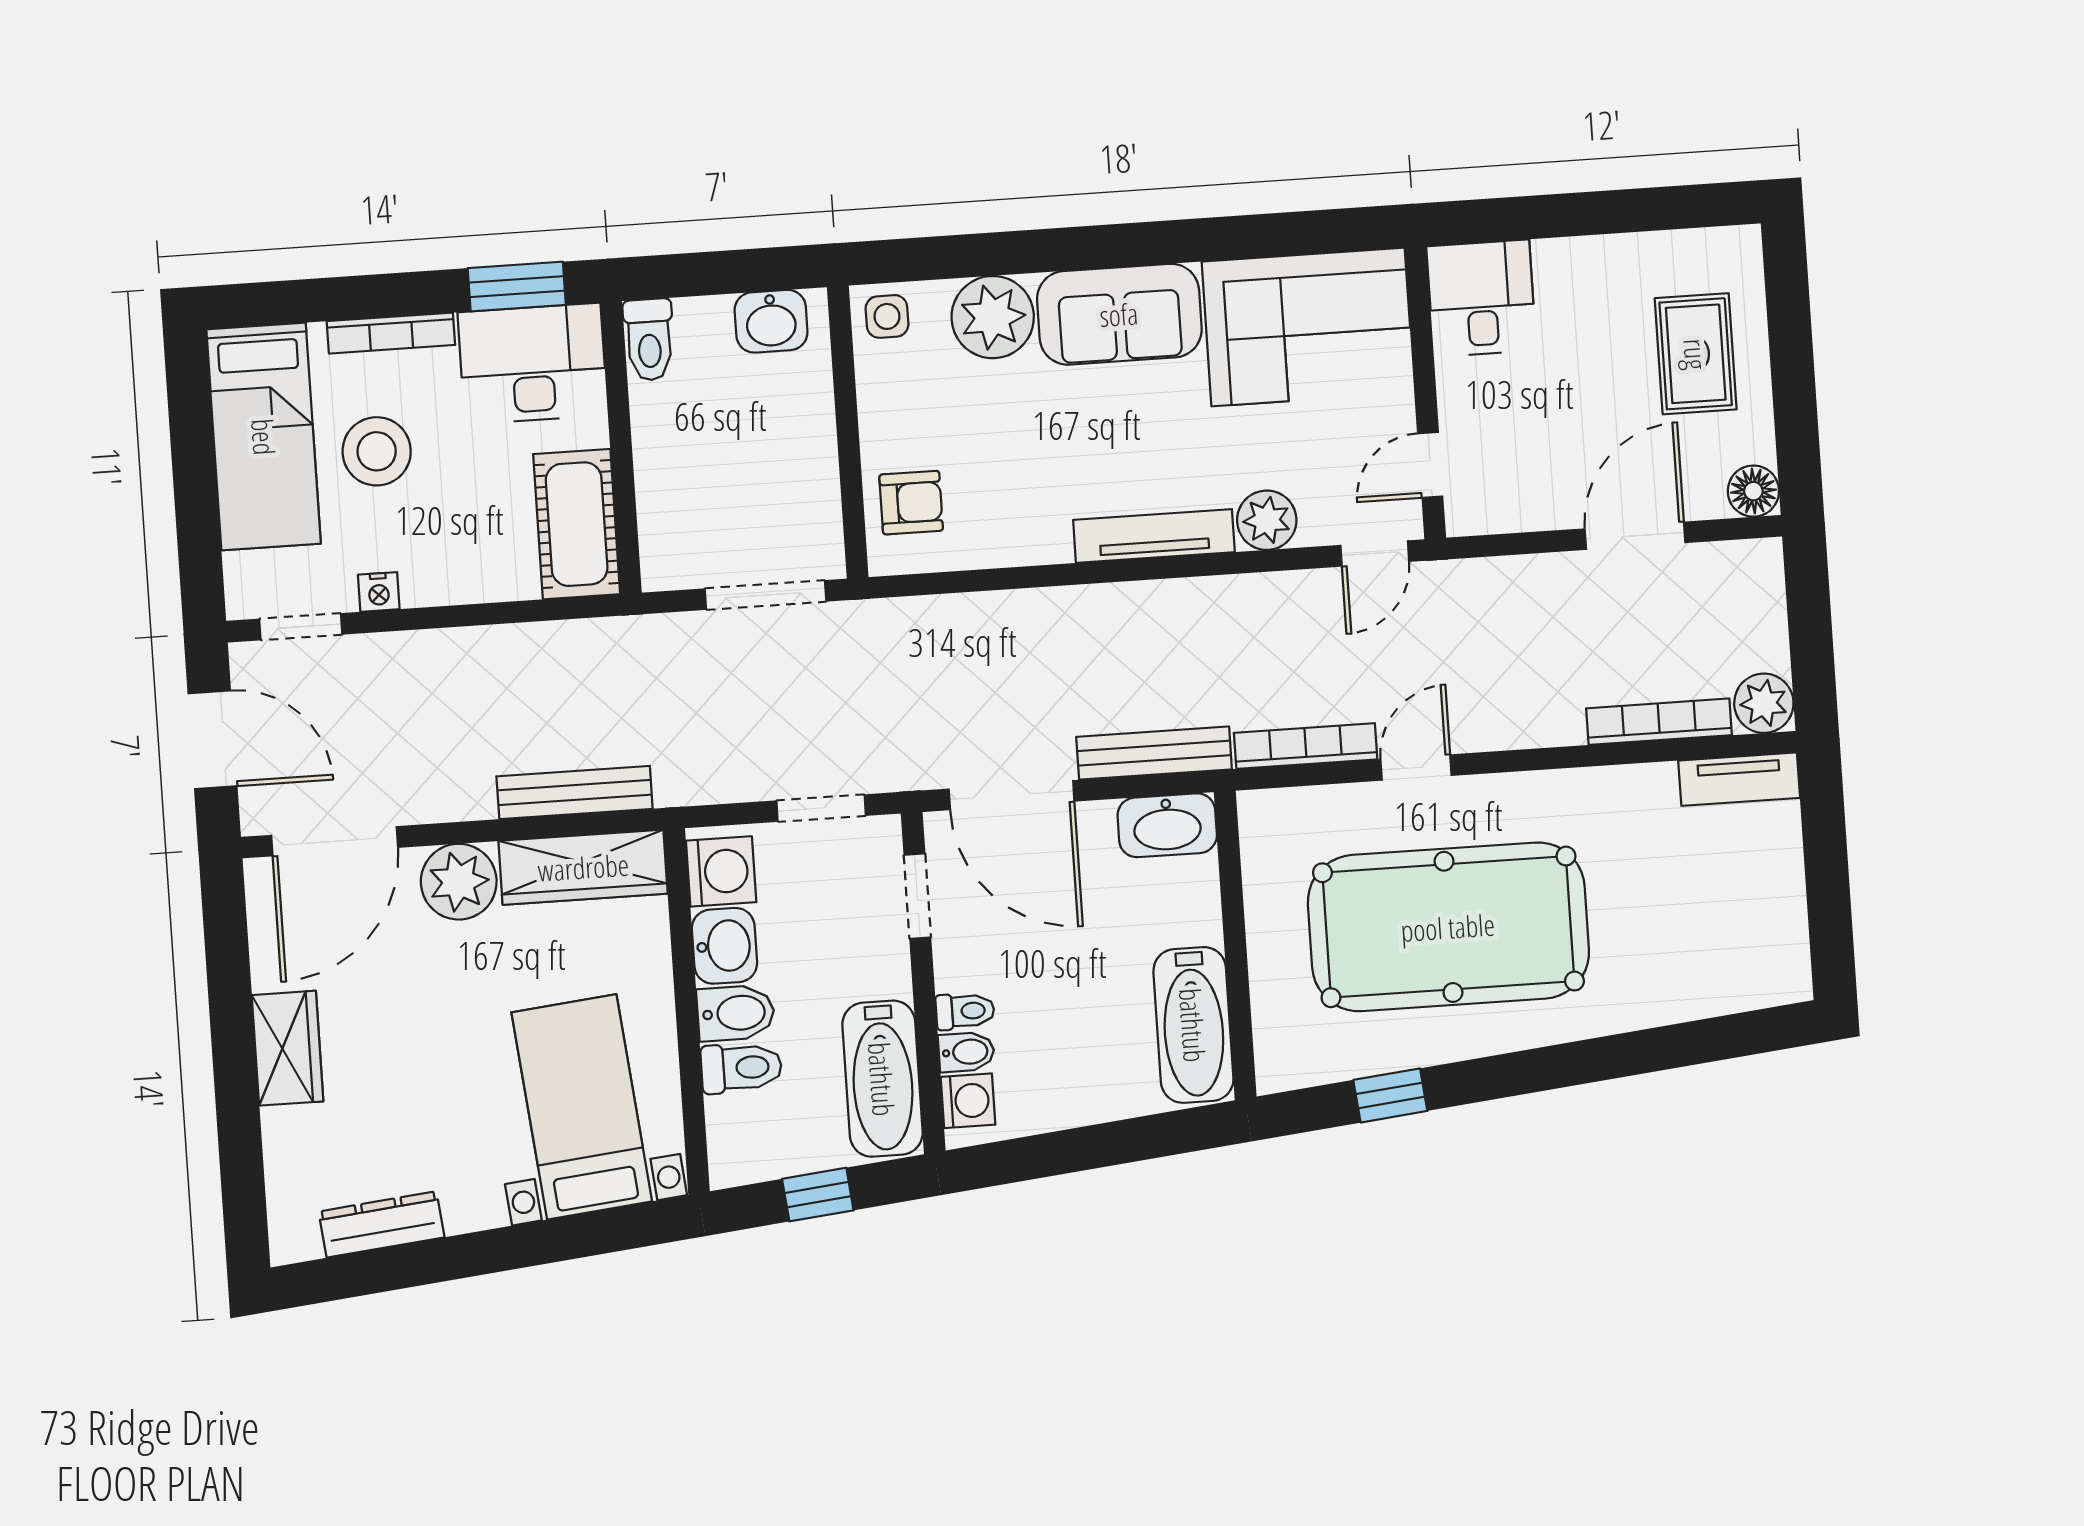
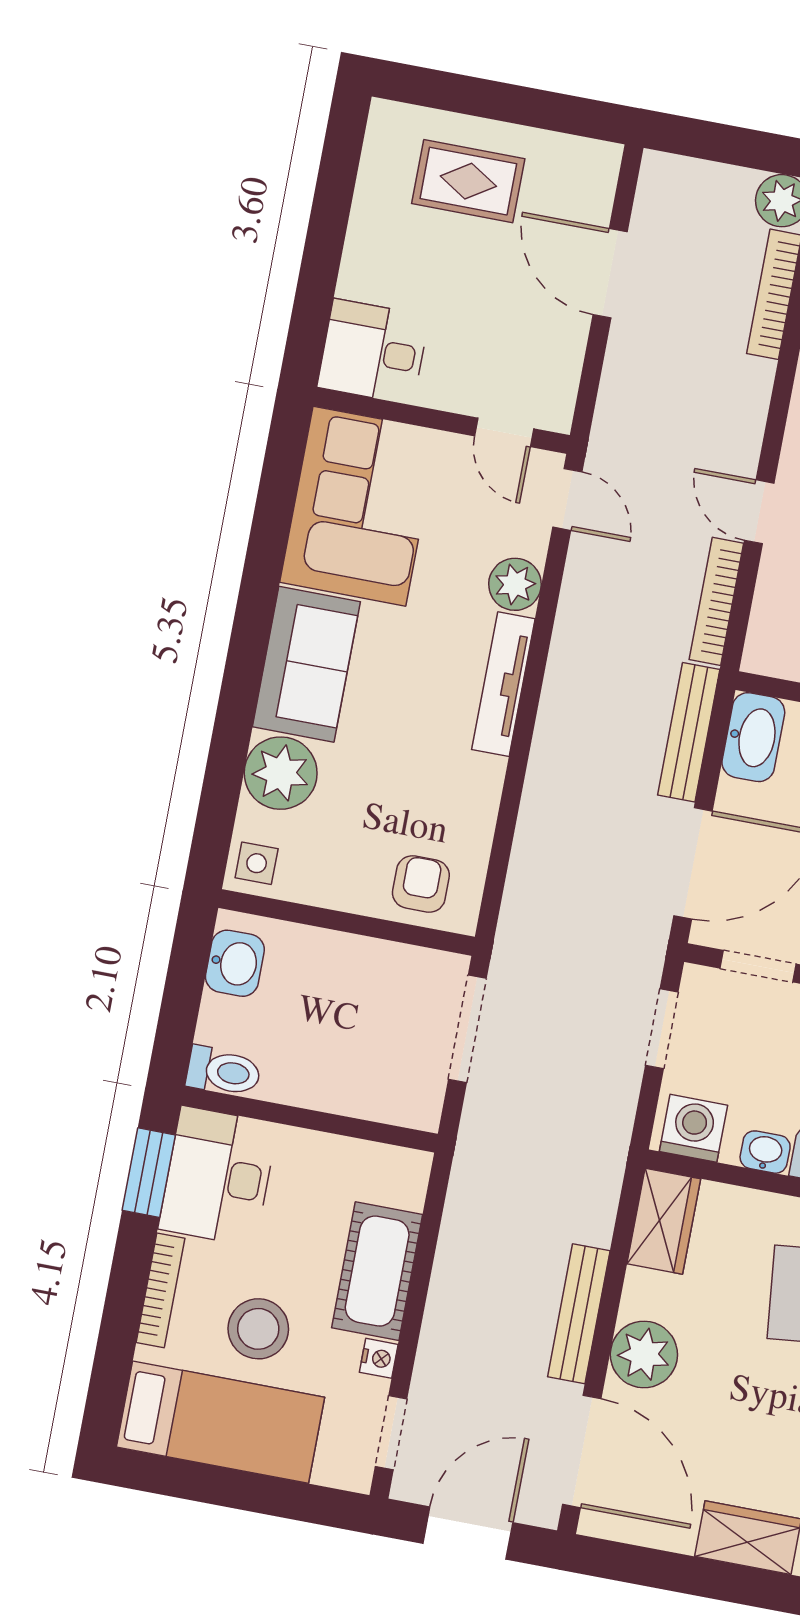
floor lamp: (1753, 491) -> (598, 162), removed
cot: (577, 524) -> (377, 1271), moved, turned 90
bench: (575, 793) -> (579, 1314), moved
wardrobe: (583, 867) -> (664, 1221), width x0.67
washbasin: (724, 946) -> (765, 1152), width x0.72, depth x0.69

